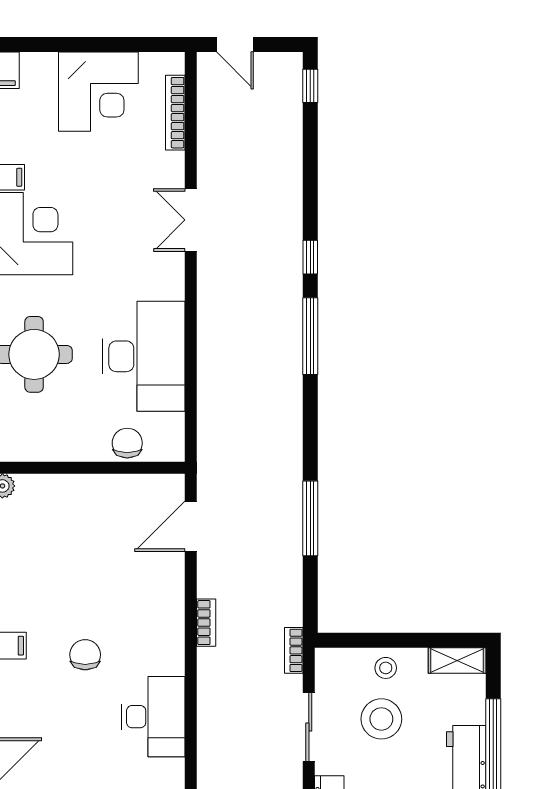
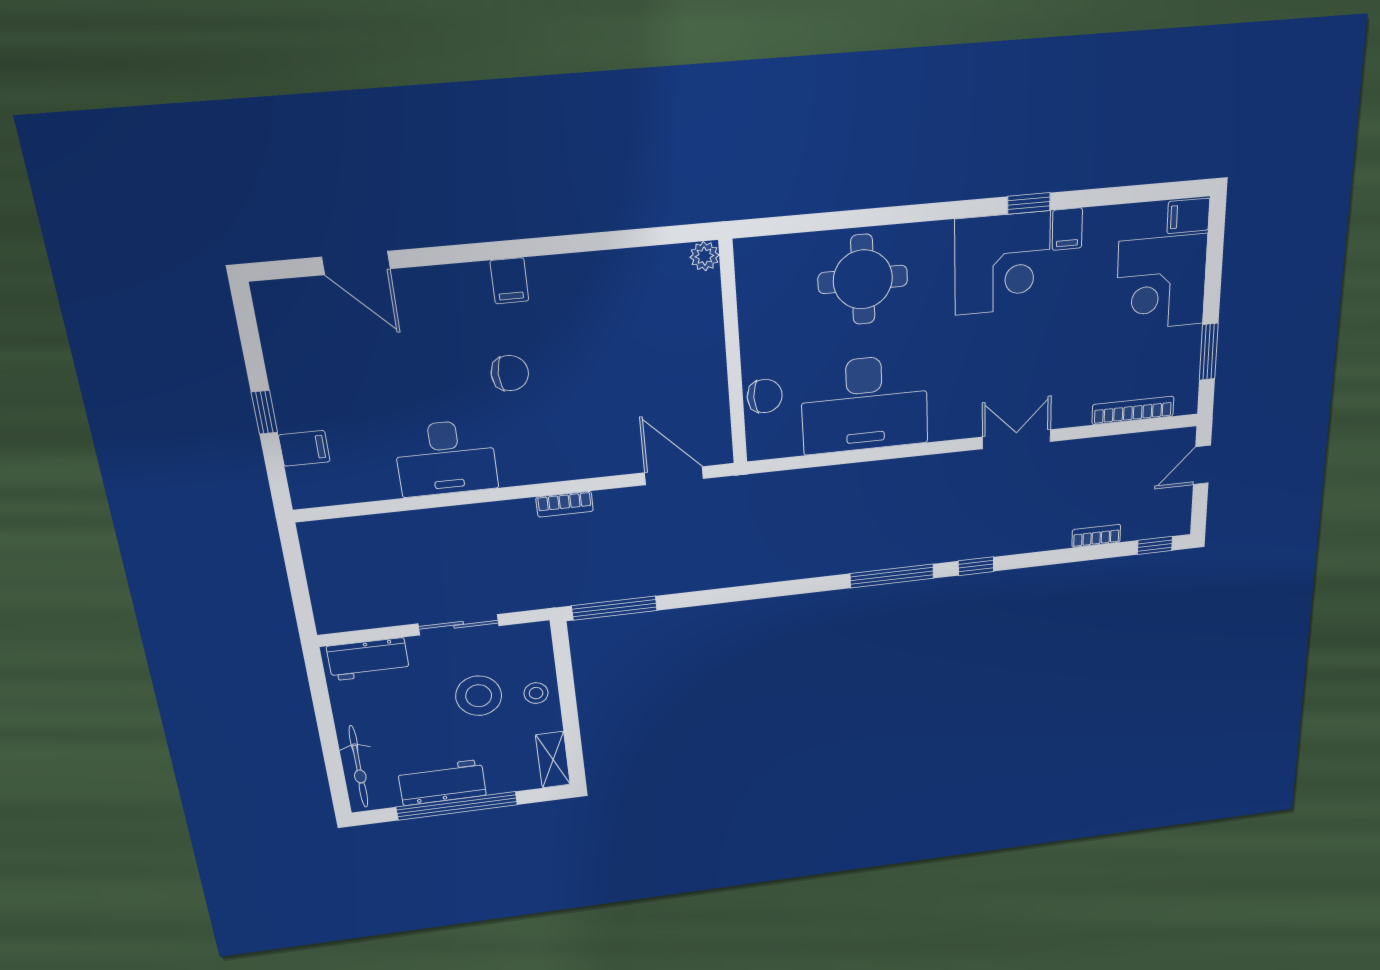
window: (128, 44) -> (1209, 352), added
corner desk: (98, 92) -> (1161, 283), moved
window: (310, 518) -> (614, 608), moved
bookcase: (294, 650) -> (1096, 536), moved

